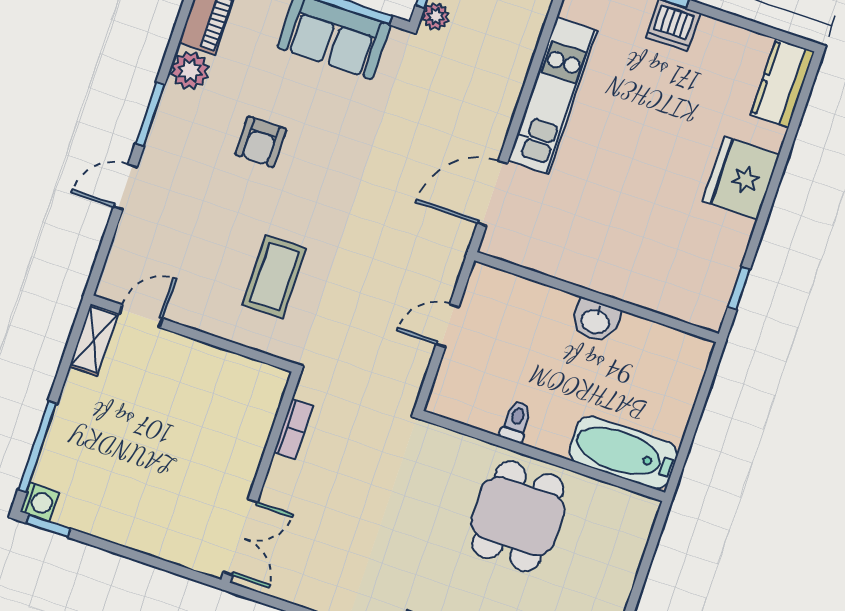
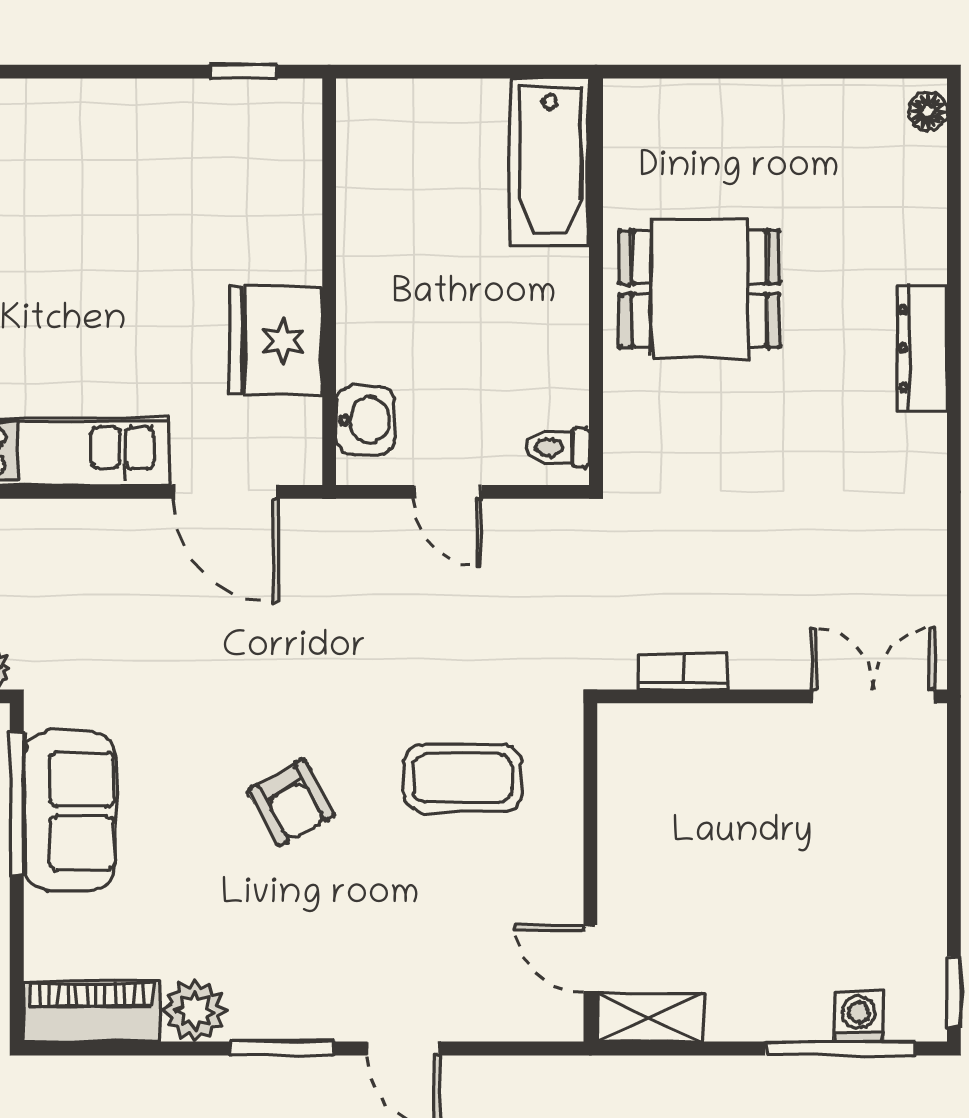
armchair: (261, 142) -> (291, 803), moved, turned 61
fridge: (741, 178) -> (276, 341), moved, turned 90
washbasin: (595, 321) -> (365, 420), moved
toilet: (516, 421) -> (558, 447), moved
washing machine: (40, 502) -> (858, 1017), moved

